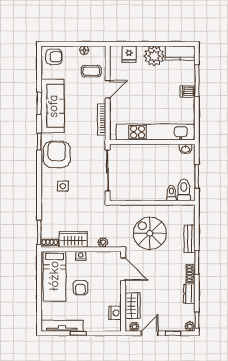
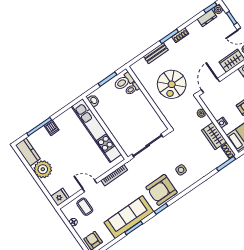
fridge: (129, 54) -> (60, 197), moved
dresser: (189, 294) -> (207, 18), moved

